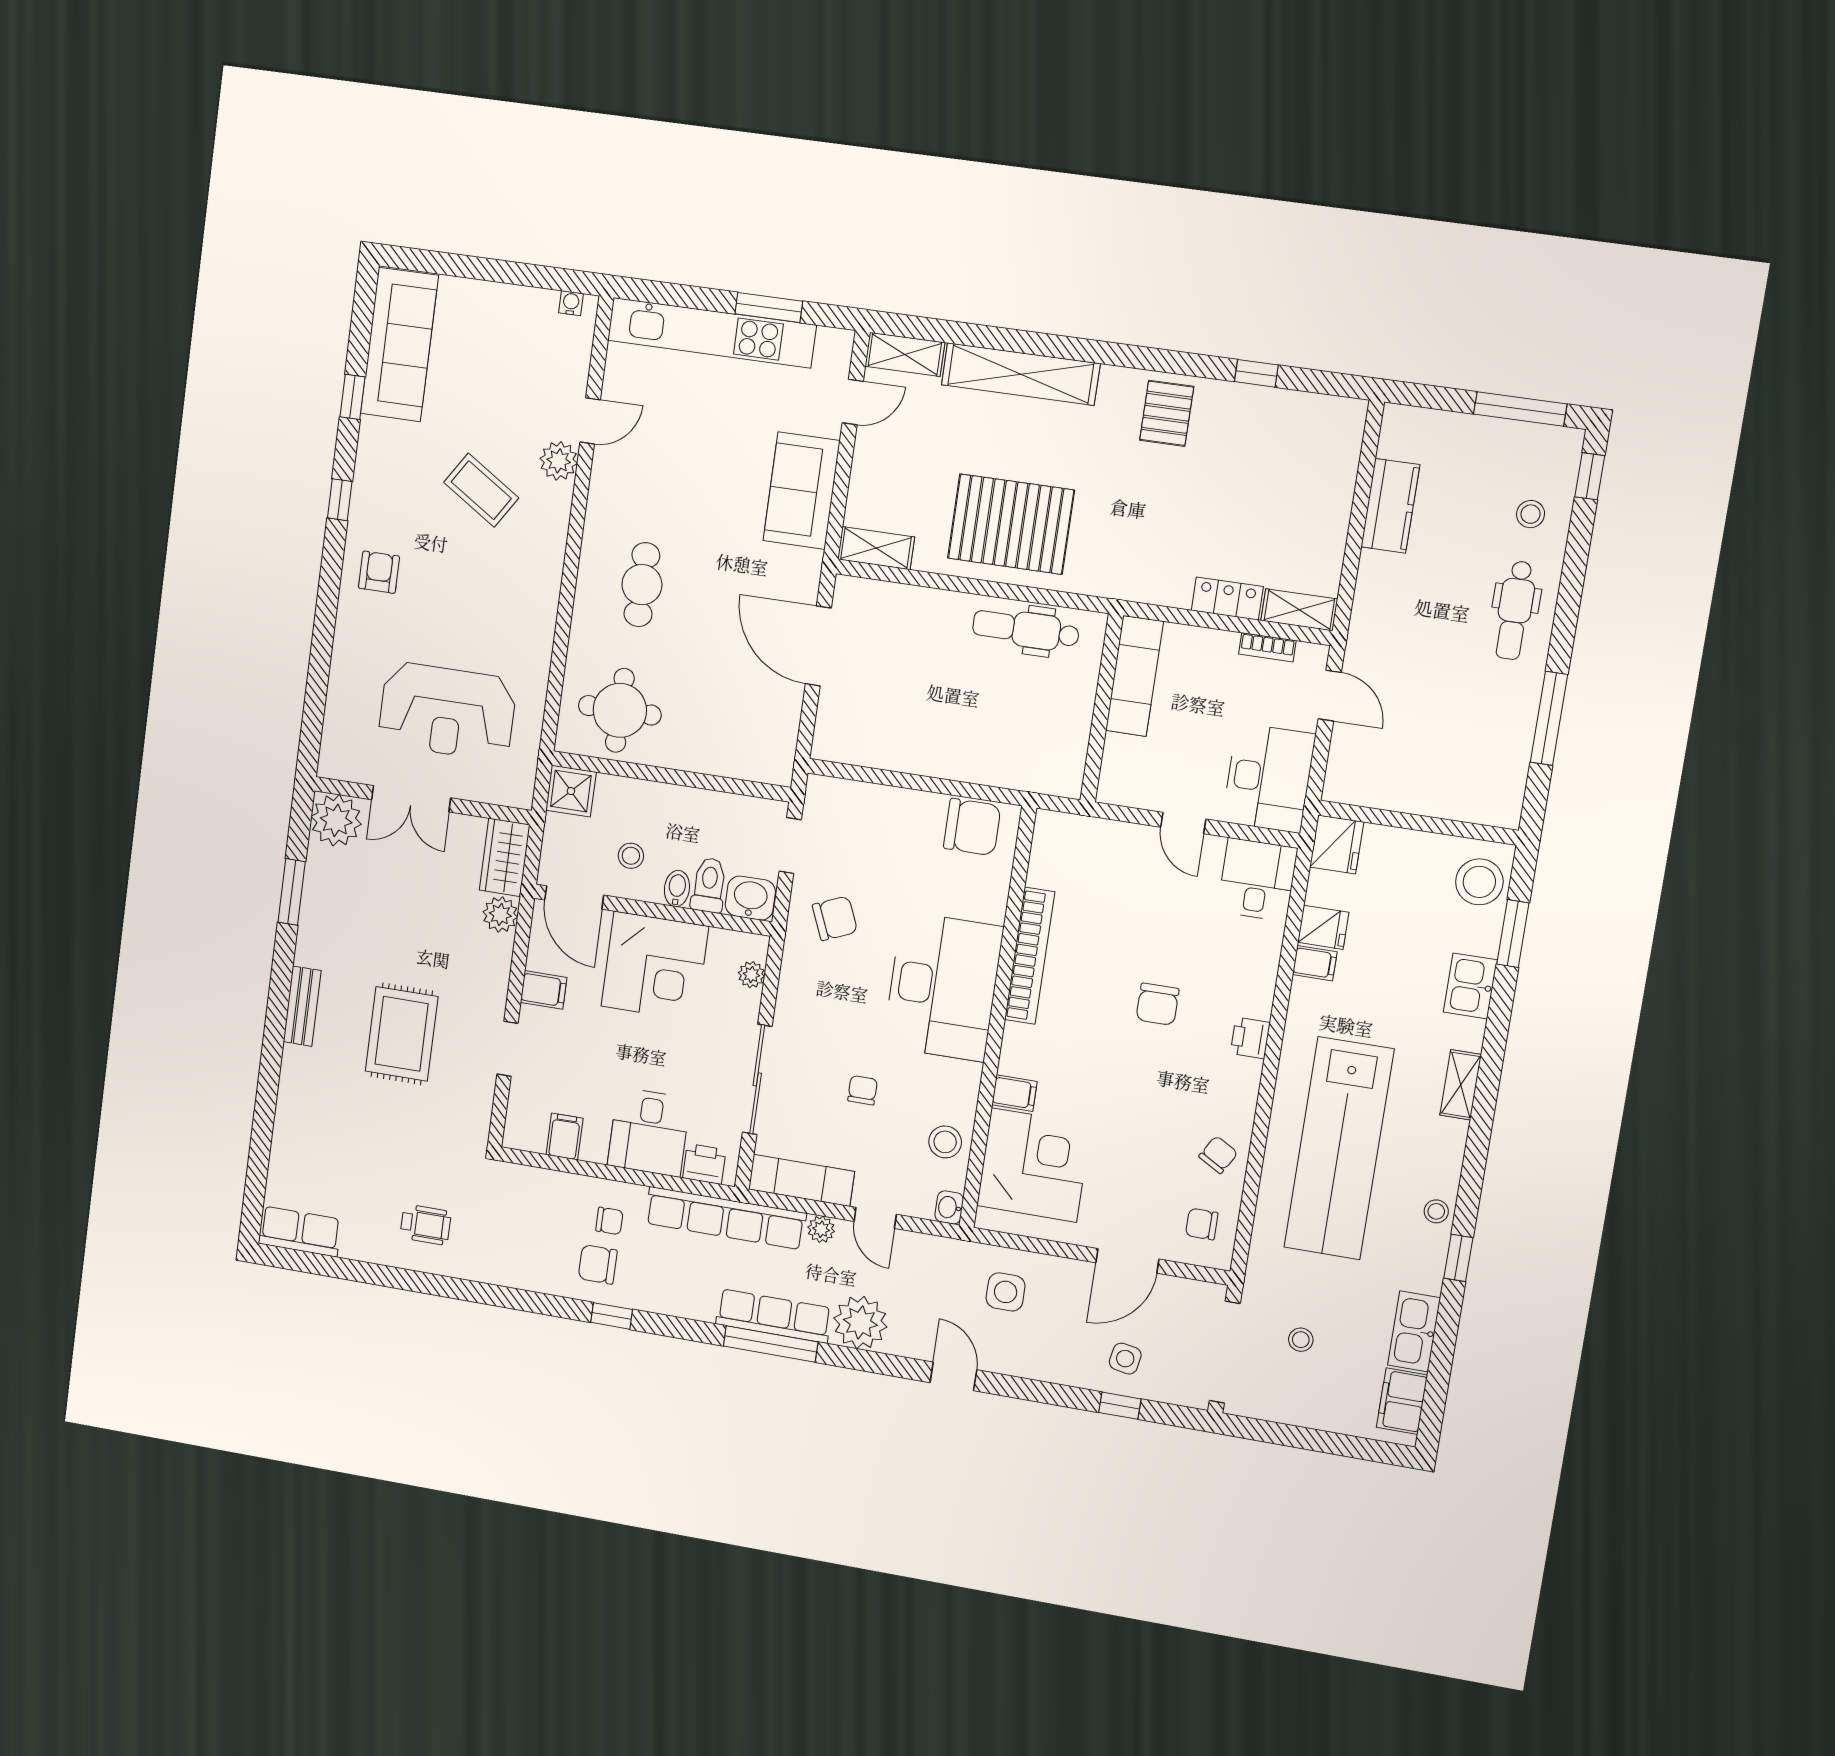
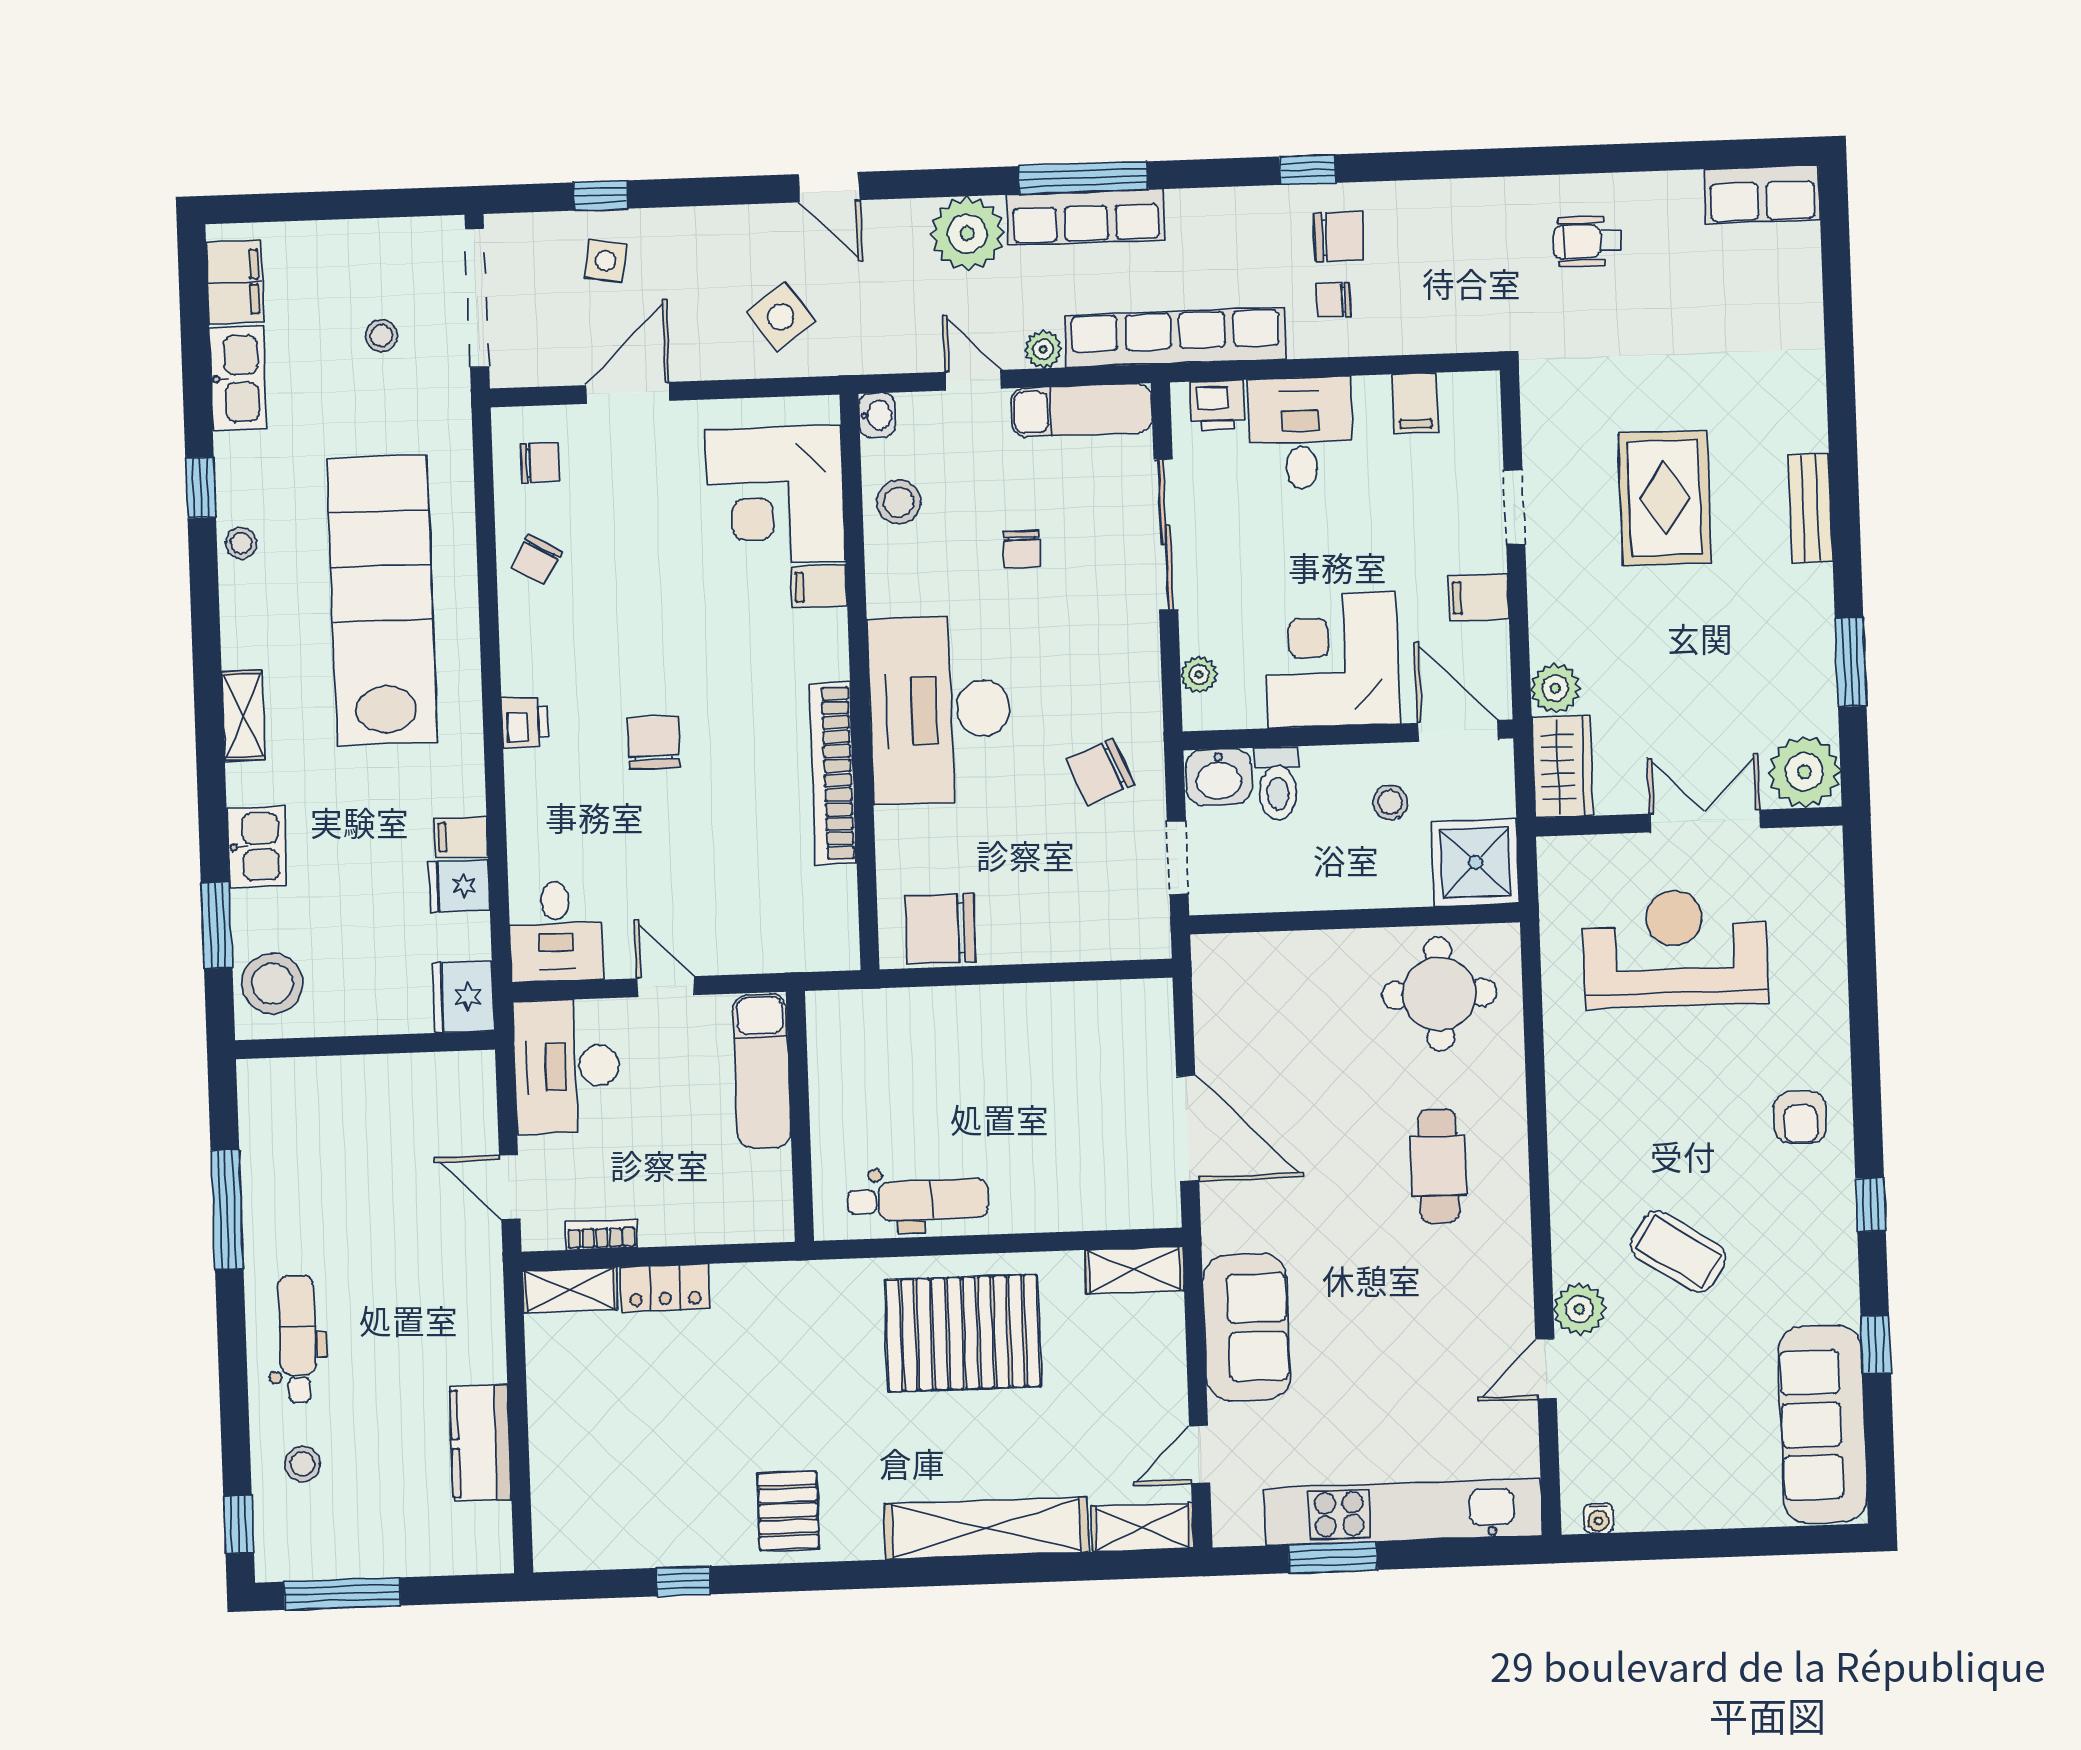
exam couch: (1134, 676) -> (762, 1071), moved
shower: (571, 791) -> (1475, 862), width x1.36, depth x1.36
bidet: (677, 888) -> (1320, 770), removed
side table: (1006, 1292) -> (781, 317), turned -36

